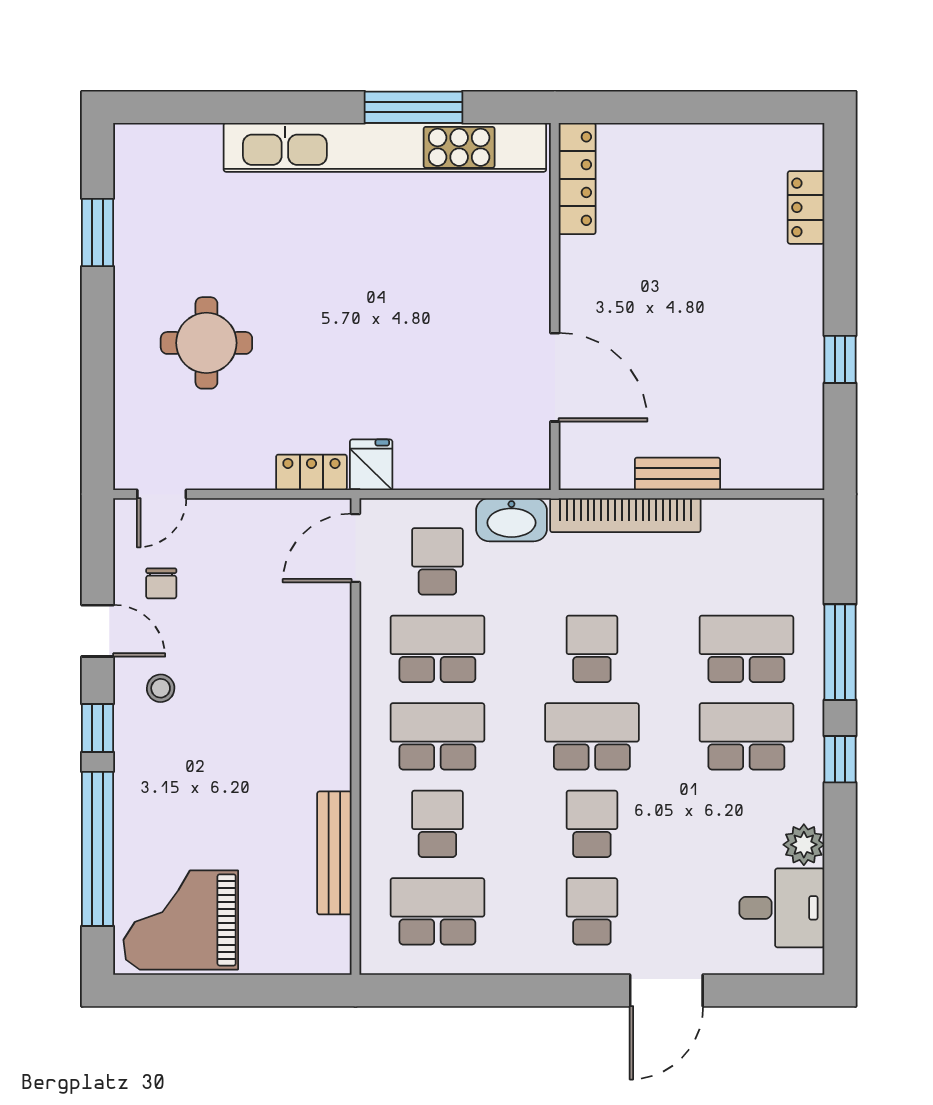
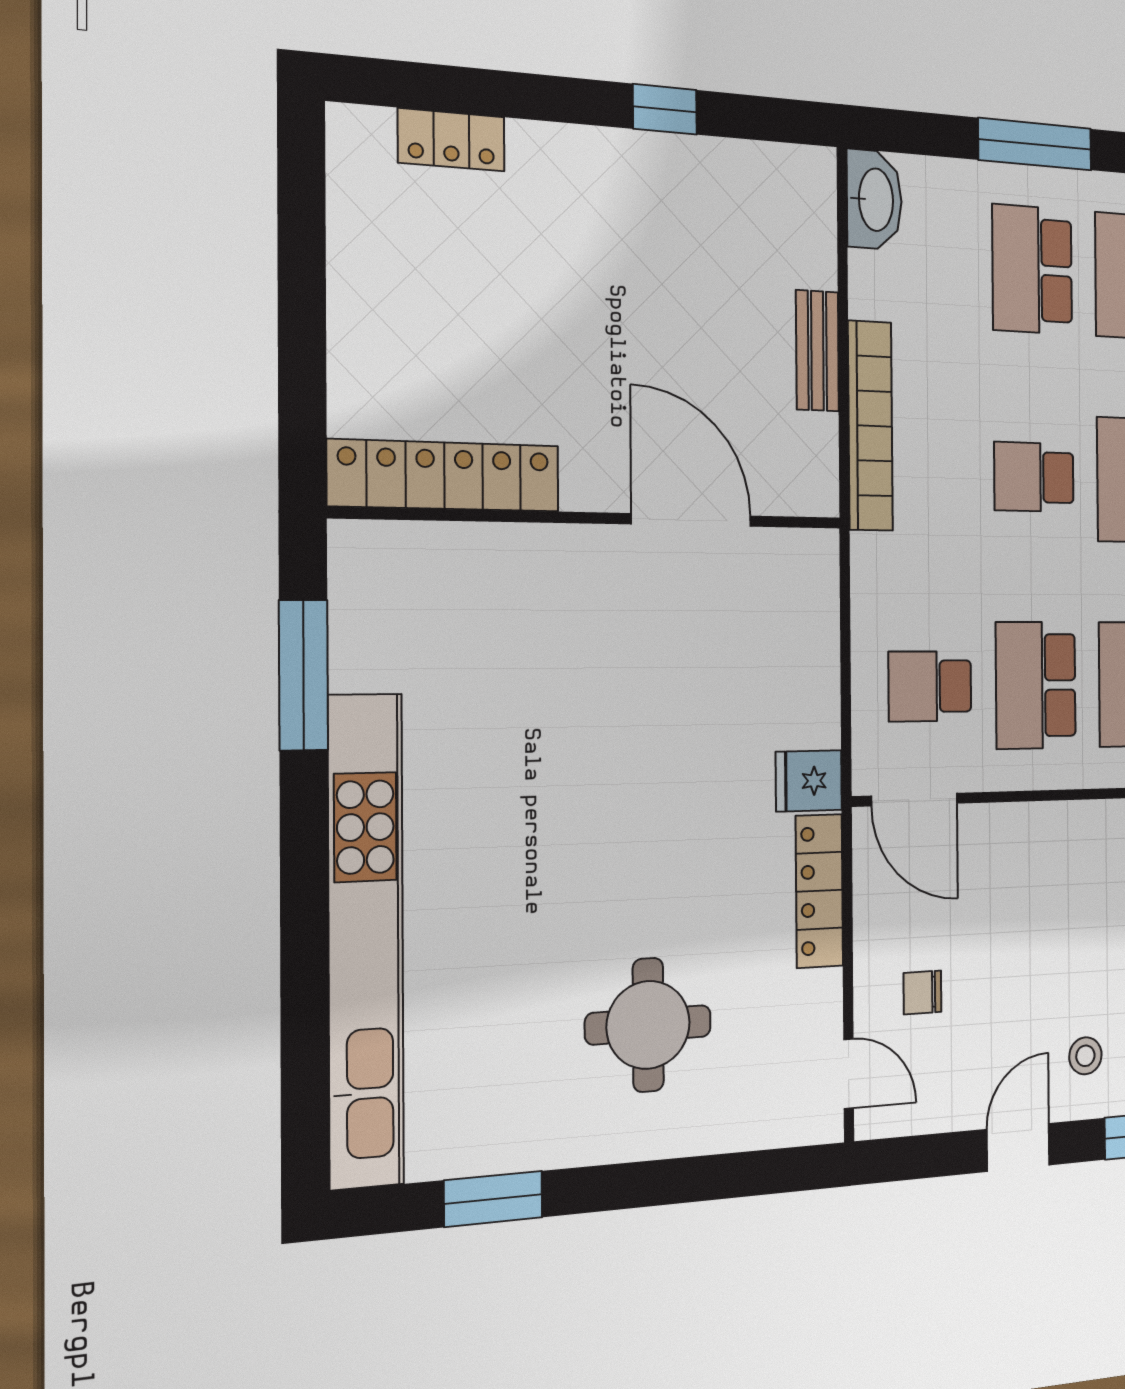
window: (413, 107) -> (303, 675), moved
kitchen unit: (385, 147) -> (366, 940), moved
locker: (577, 179) -> (444, 476), width x1.41, depth x1.21
door: (555, 377) -> (691, 520), hinge flipped
locker: (311, 472) -> (819, 891), width x1.53
washbasin: (511, 520) -> (874, 200), moved
chair: (161, 583) -> (922, 992), moved, turned 180

